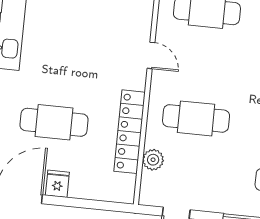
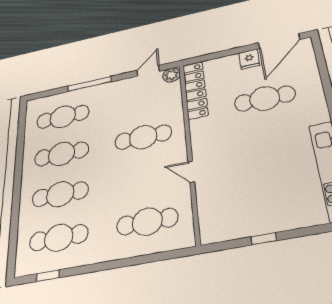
locker: (129, 132) -> (195, 90), moved
plant: (153, 160) -> (172, 75), moved

